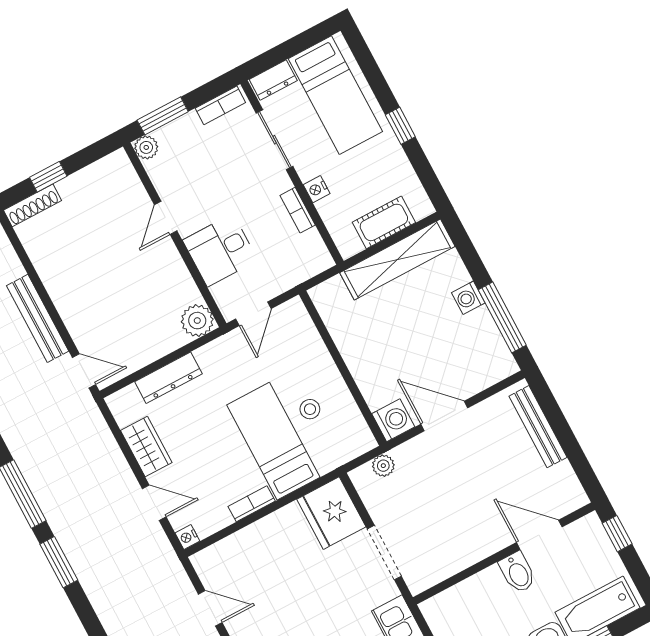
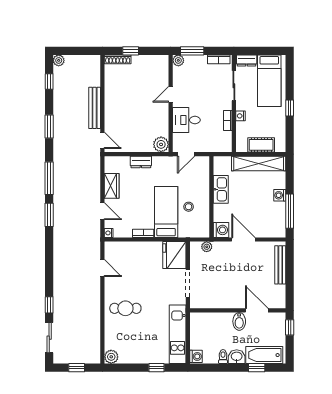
kitchen sink: (353, 345) -> (221, 189), added
dresser: (168, 378) -> (141, 162), width x0.70

